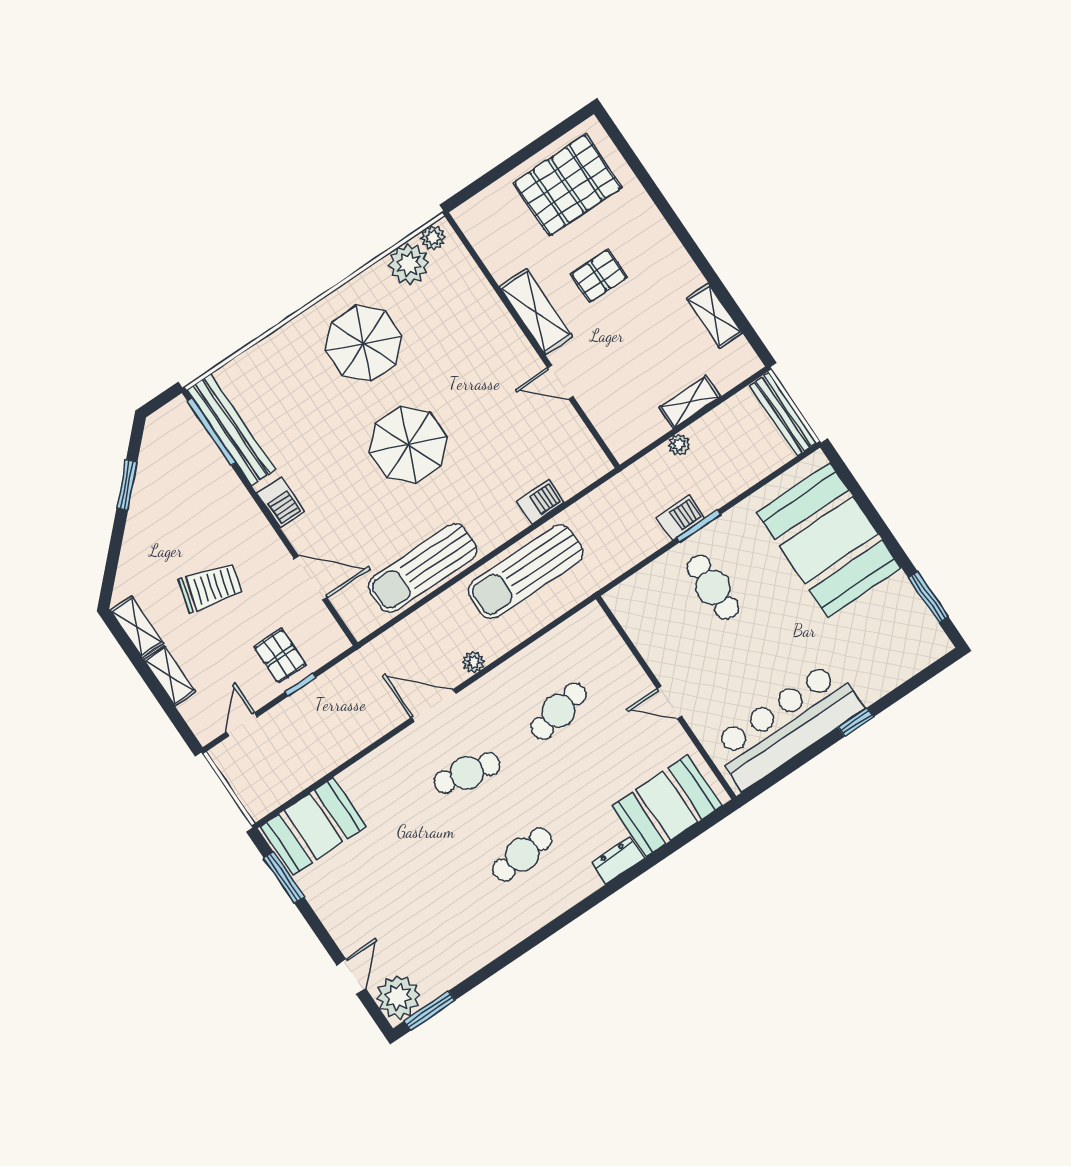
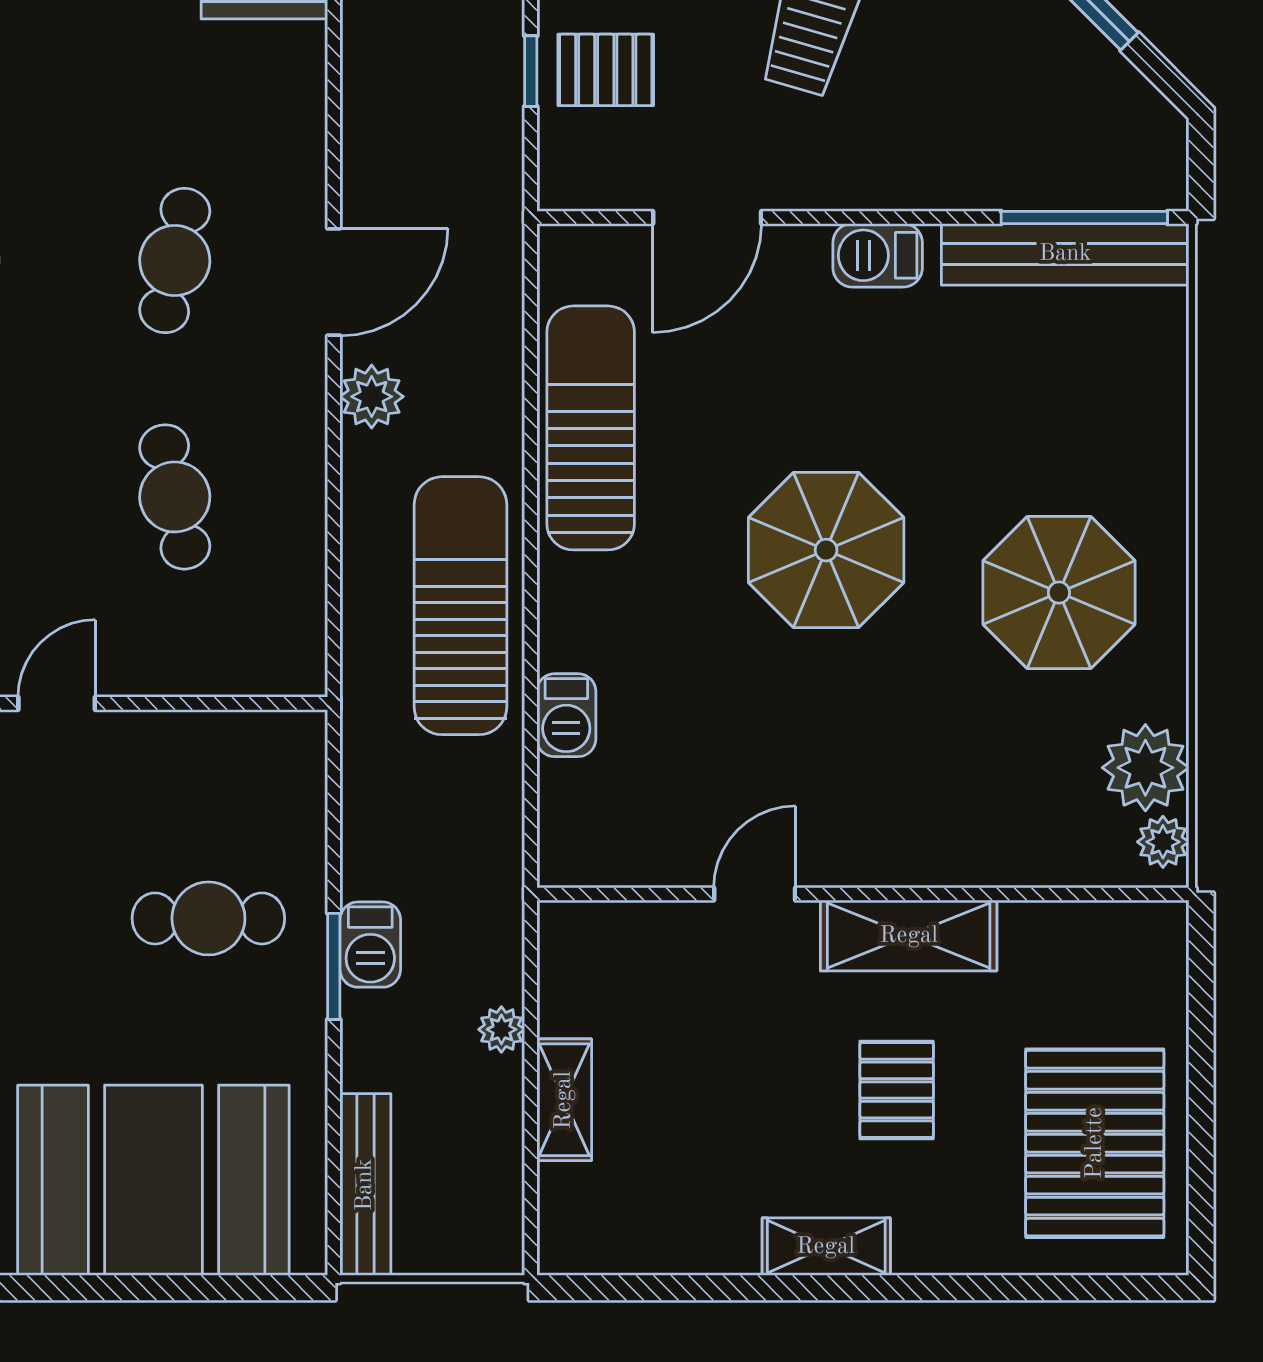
shelving: (714, 316) -> (826, 1247), moved
bench: (783, 414) -> (365, 1185), moved, turned 90
plant: (474, 662) -> (372, 397), width x1.38, depth x1.38

